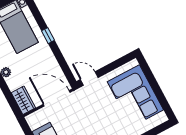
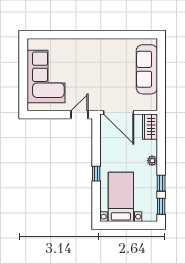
door: (89, 78) -> (79, 115), swing flipped

